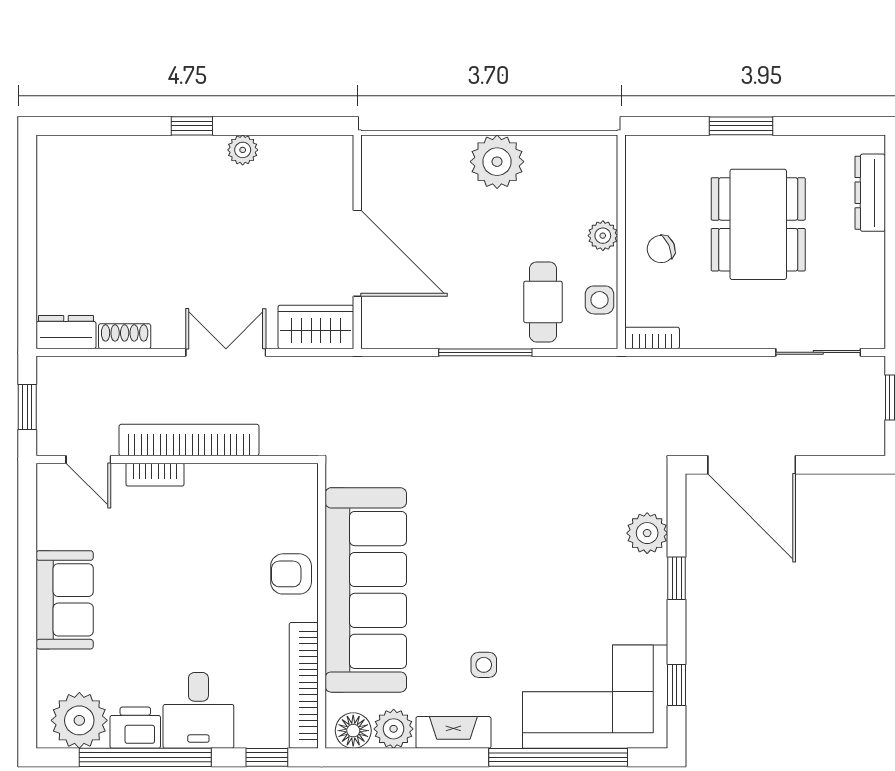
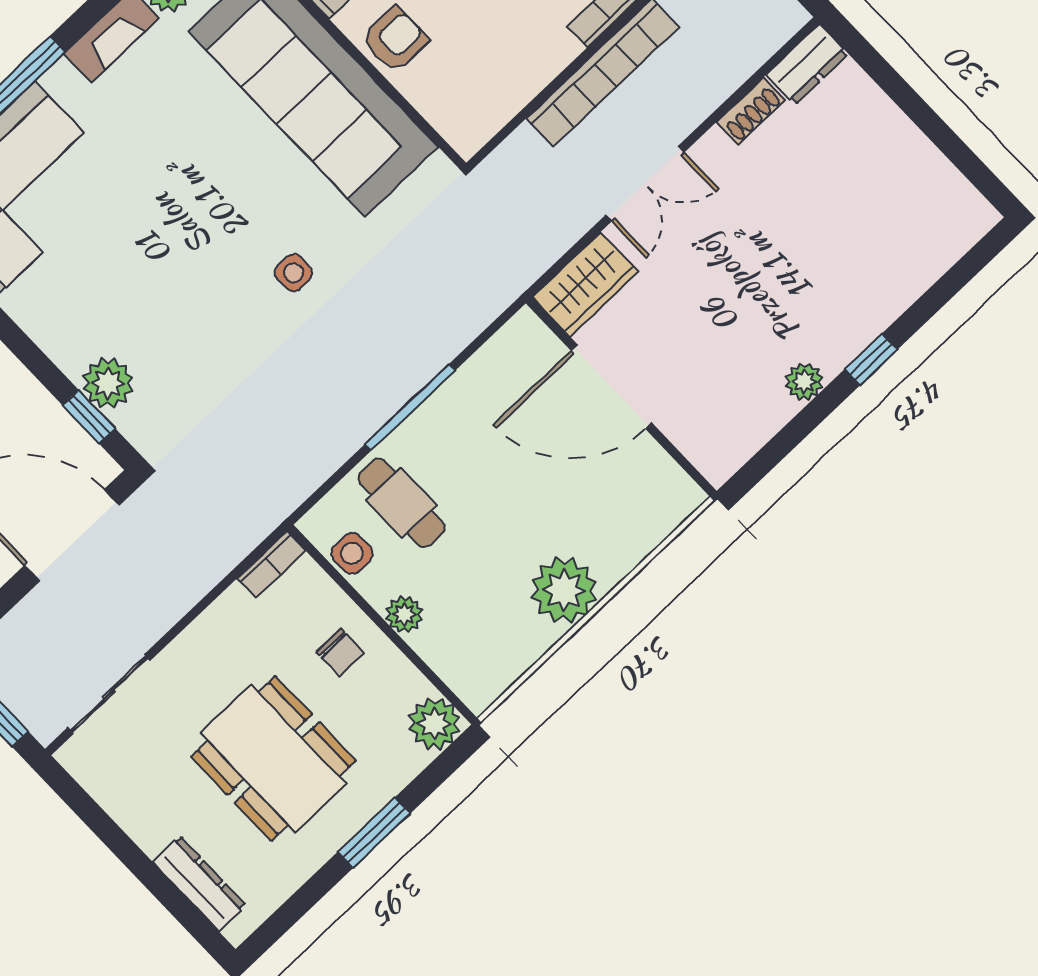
plant: (646, 156) -> (434, 724), added
chair: (661, 249) -> (340, 652), turned 114
window: (677, 578) -> (89, 417), moved
side table: (484, 665) -> (293, 273), moved

